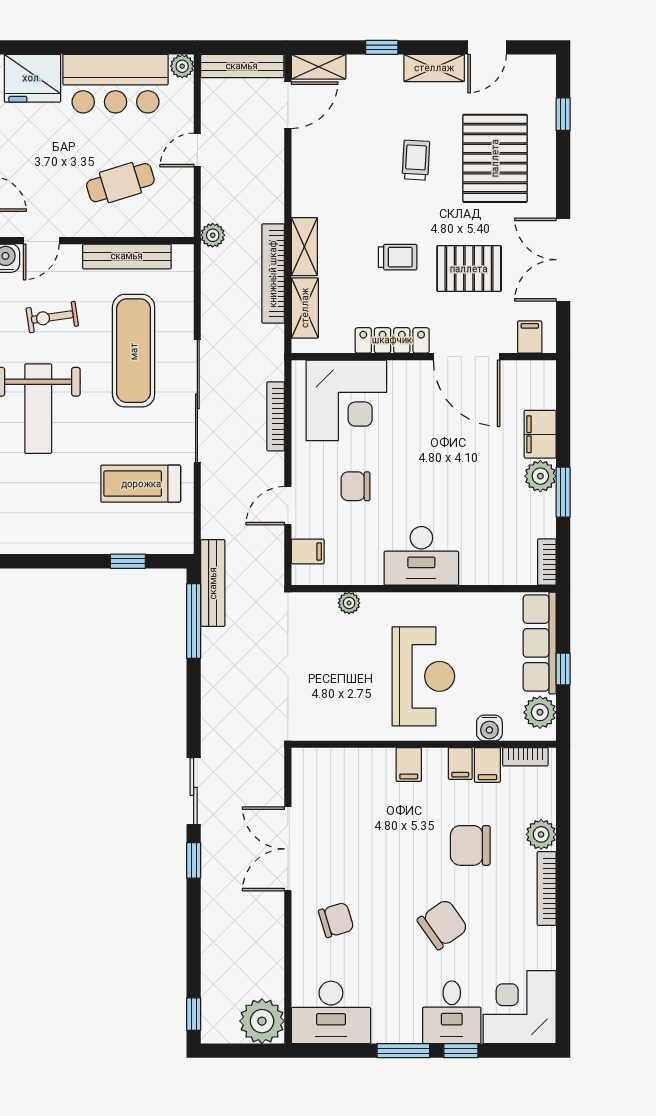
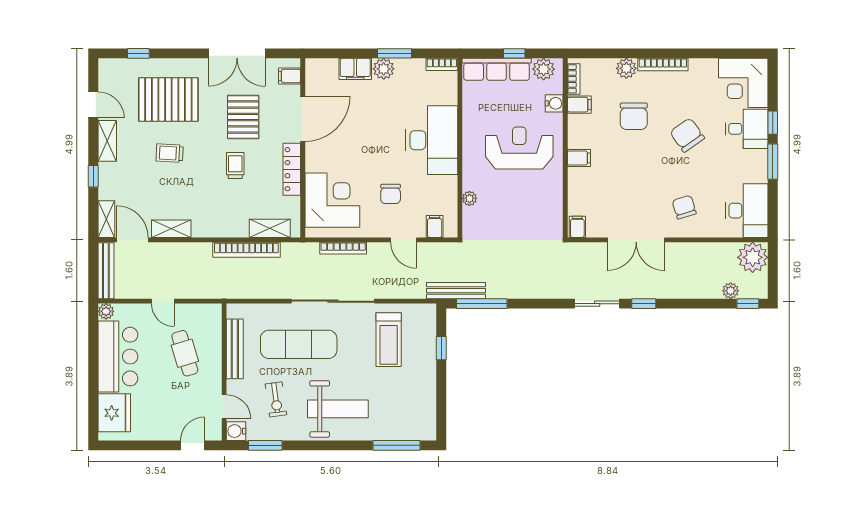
plant: (213, 235) -> (731, 291), moved
shelving: (304, 247) -> (171, 229), moved
desk: (421, 556) -> (432, 140), width x1.36, depth x1.30
filing cabinet: (460, 763) -> (577, 227), moved, turned -90

